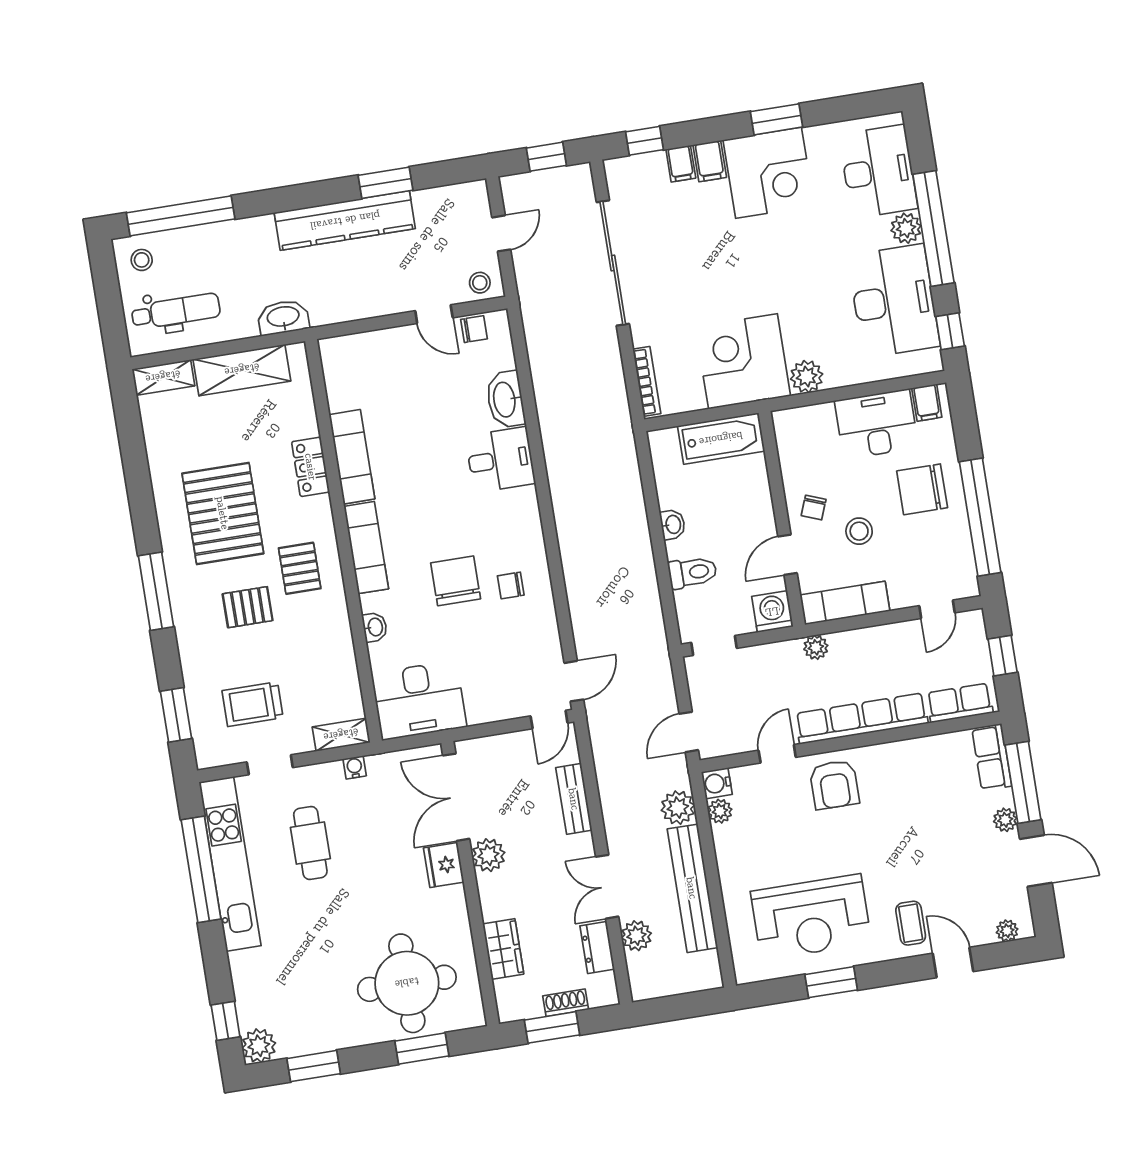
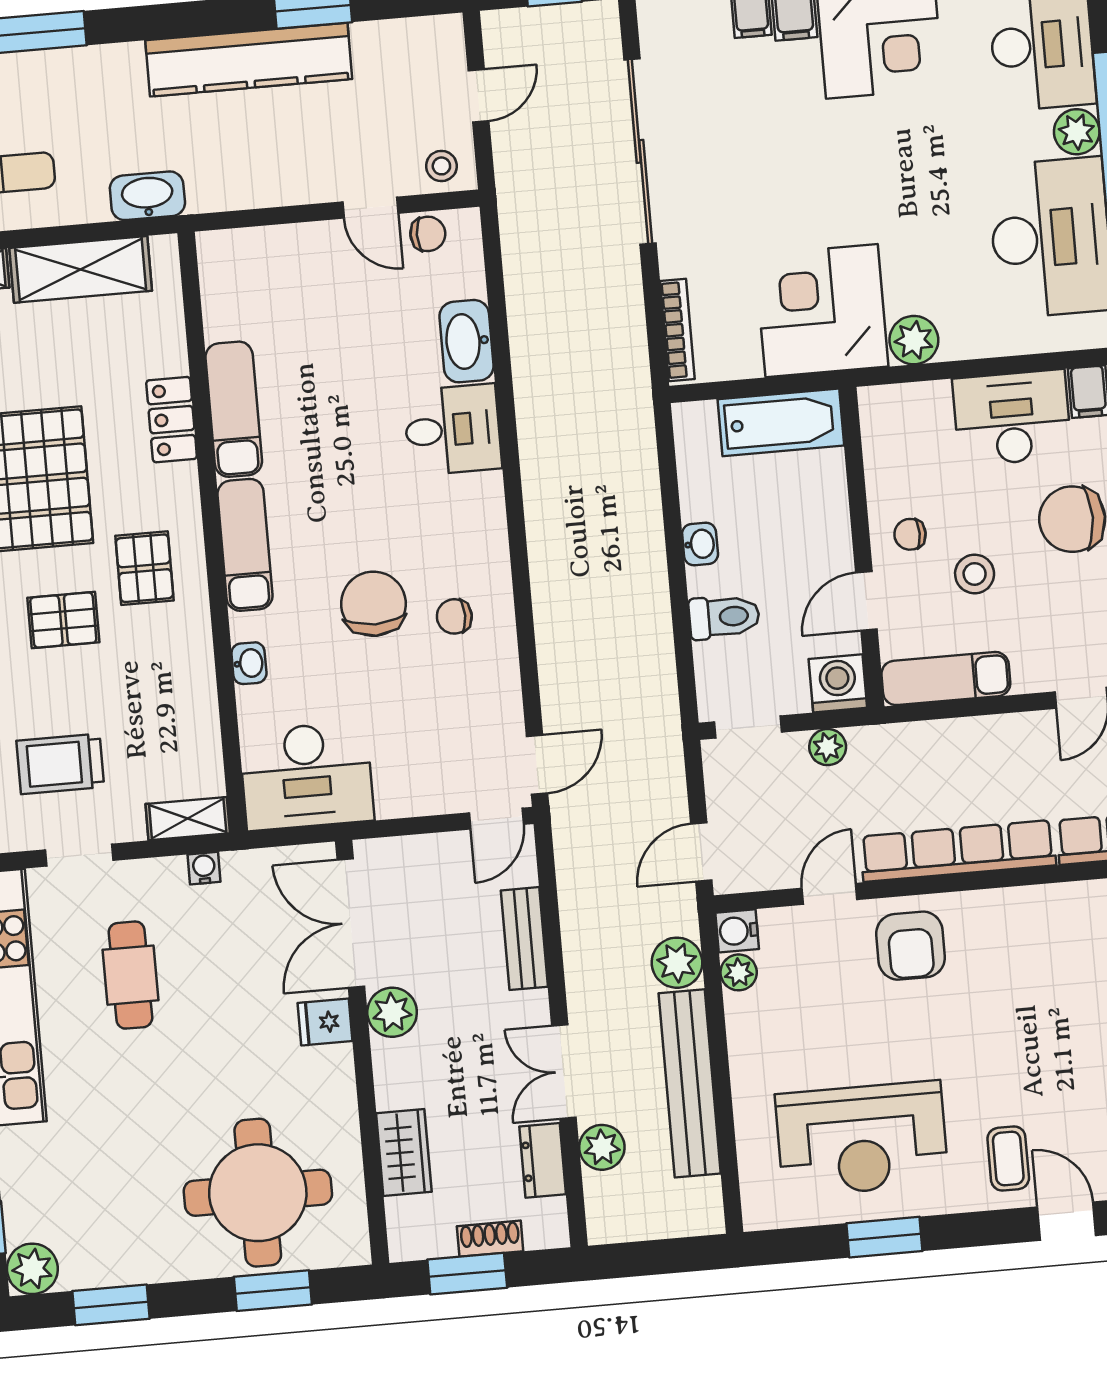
chair: (814, 508) -> (910, 534), turned 69
plant: (816, 647) -> (828, 747), moved
fridge: (444, 865) -> (325, 1022), width x0.72

